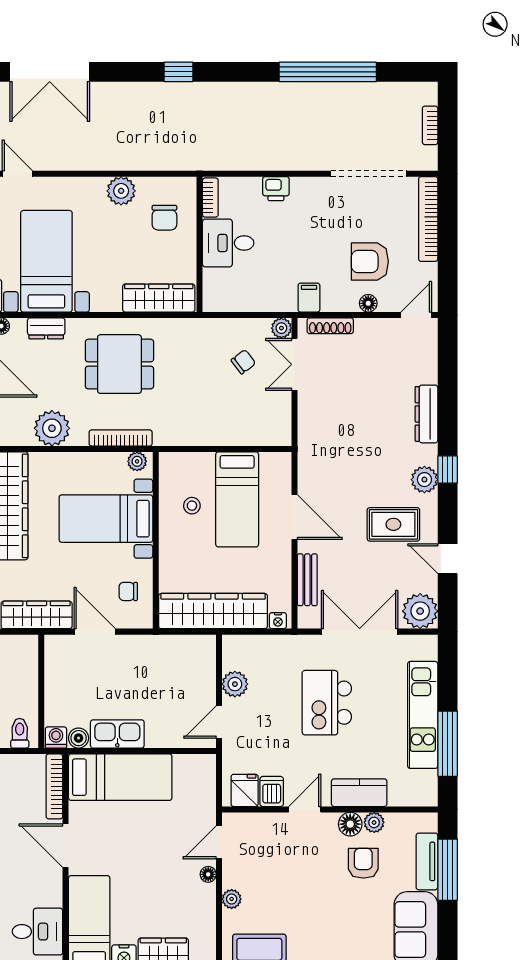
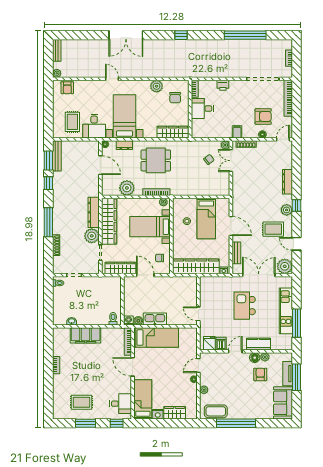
armchair: (370, 262) -> (263, 116), turned 180
plant: (235, 684) -> (205, 298), removed
door: (219, 722) -> (198, 314), hinge flipped

